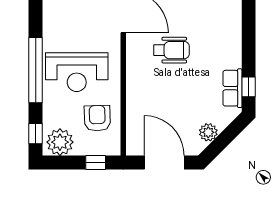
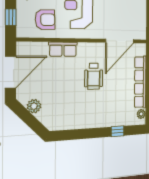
window: (249, 87) -> (118, 131), moved
row of seats: (232, 88) -> (63, 49), moved, turned 180

